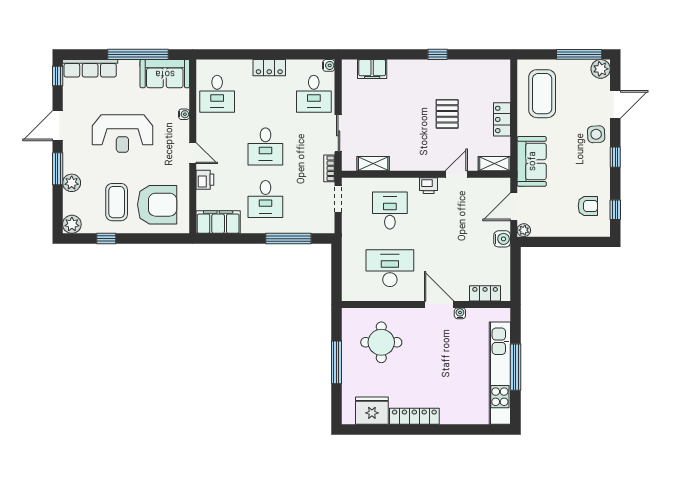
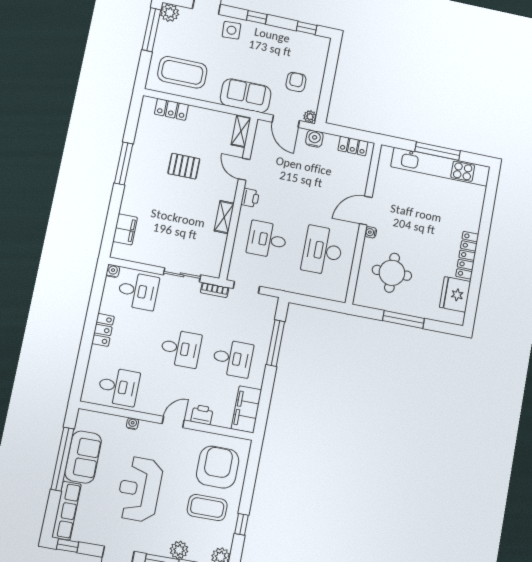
window: (438, 54) -> (124, 163), width x2.17
sofa: (165, 74) -> (83, 457), moved
locker: (502, 119) -> (171, 109), moved
reception desk: (122, 133) -> (139, 489), turned 180
shelving: (373, 164) -> (224, 217), moved
armchair: (588, 206) -> (296, 82), moved
locker: (485, 293) -> (353, 146), moved, turned -90
water cooler: (460, 313) -> (371, 232), moved

